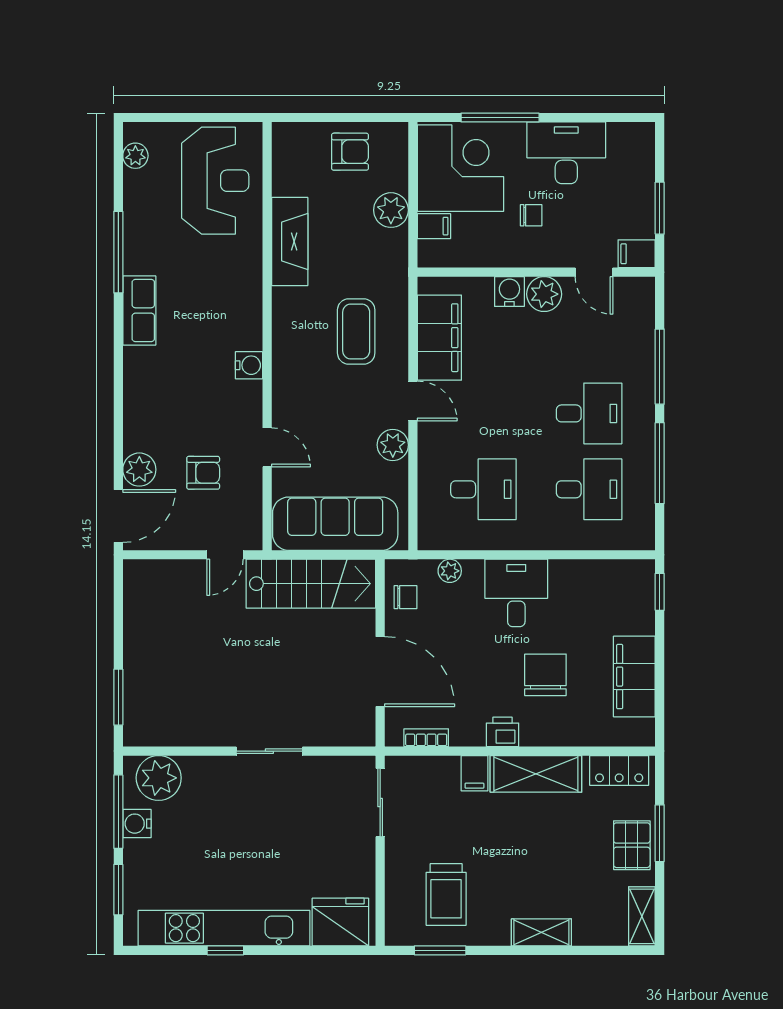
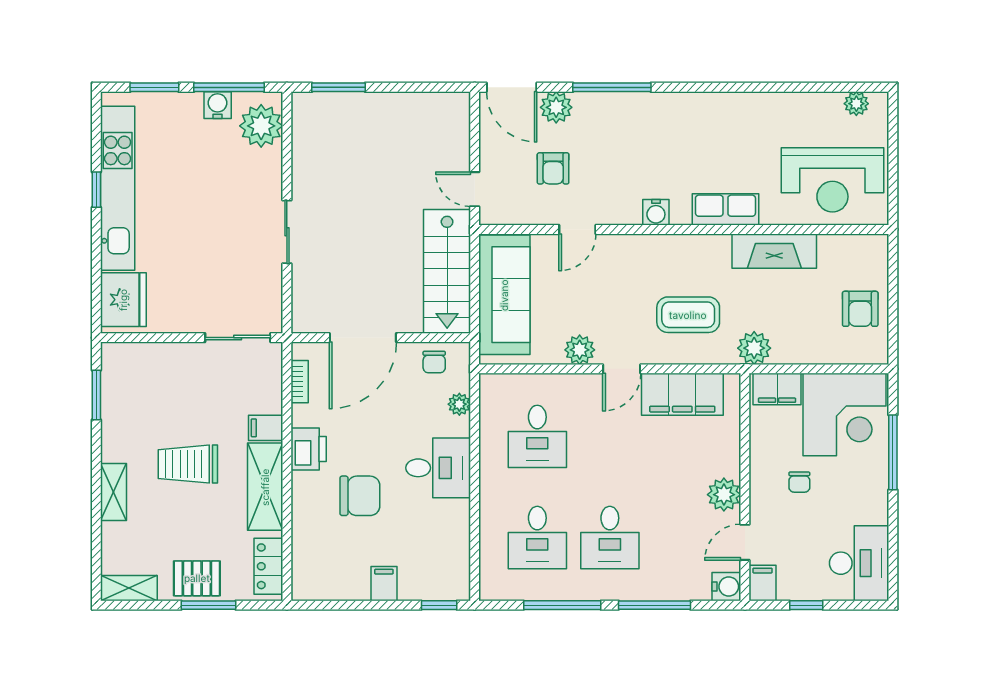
desk: (566, 153) -> (859, 563), moved
window: (660, 208) -> (806, 605), width x0.67
plant: (391, 210) -> (754, 348), moved
filing cabinet: (434, 226) -> (777, 389), width x2.00
window: (118, 252) -> (612, 87), moved
water cooler: (509, 292) -> (726, 587), moved
row of seats: (139, 310) -> (725, 209), moved, turned 180
filing cabinet: (634, 677) -> (384, 584), width x0.33, depth x0.86
printer: (502, 732) -> (309, 449), width x1.36, depth x1.24
trolley: (446, 895) -> (188, 464), moved

